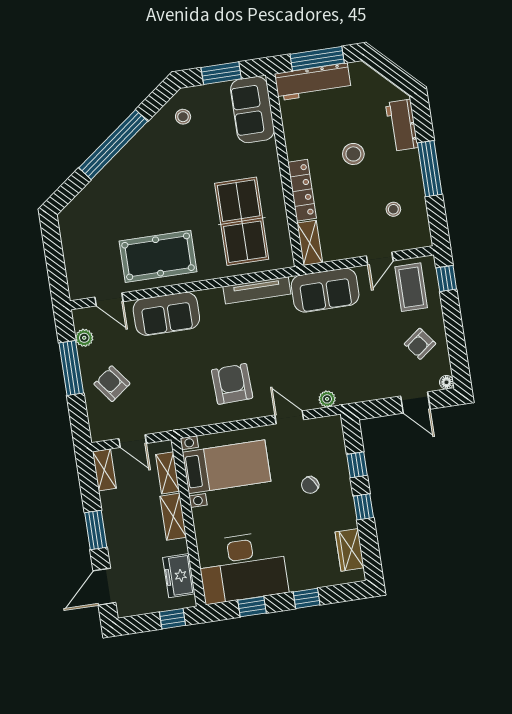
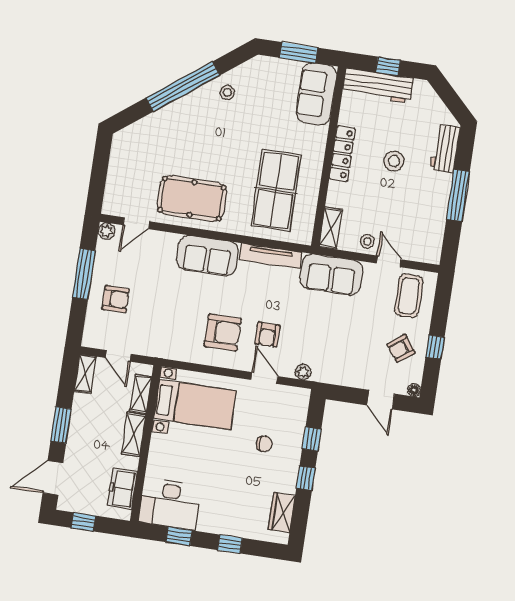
window: (317, 59) -> (388, 66), width x0.46
stool: (183, 117) -> (227, 92), moved
locker: (302, 190) -> (342, 154), moved
stool: (393, 209) -> (367, 241), moved
door: (380, 258) -> (389, 261), swing flipped
window: (446, 278) -> (435, 347), moved
door: (109, 299) -> (136, 223), hinge flipped
sofa: (166, 314) -> (208, 256), moved
plant: (84, 338) -> (107, 231), moved
armchair: (279, 372) -> (267, 335), added
armchair: (112, 384) -> (116, 299), turned 127
armchair: (232, 384) -> (223, 332), turned 92
chair: (310, 485) -> (264, 444), turned -145
desk: (243, 567) -> (170, 504), width x0.73, depth x0.77
window: (172, 619) -> (83, 522), moved

